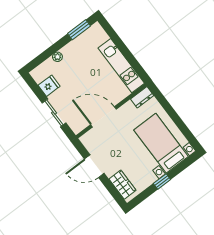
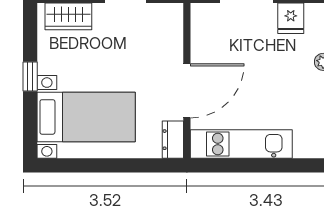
door: (103, 117) -> (187, 91), moved

